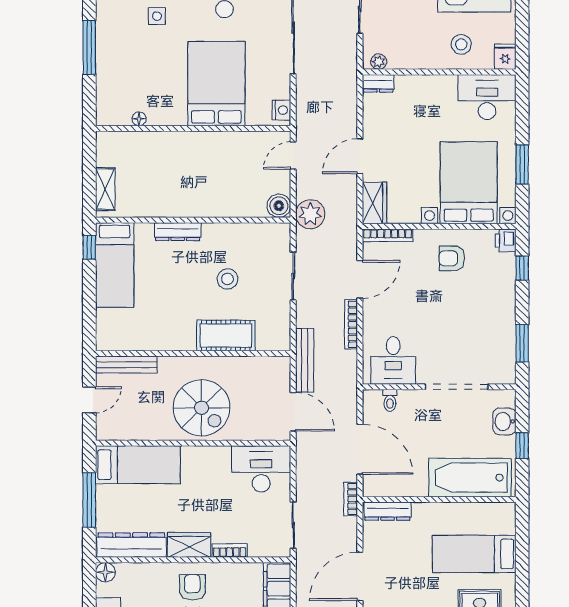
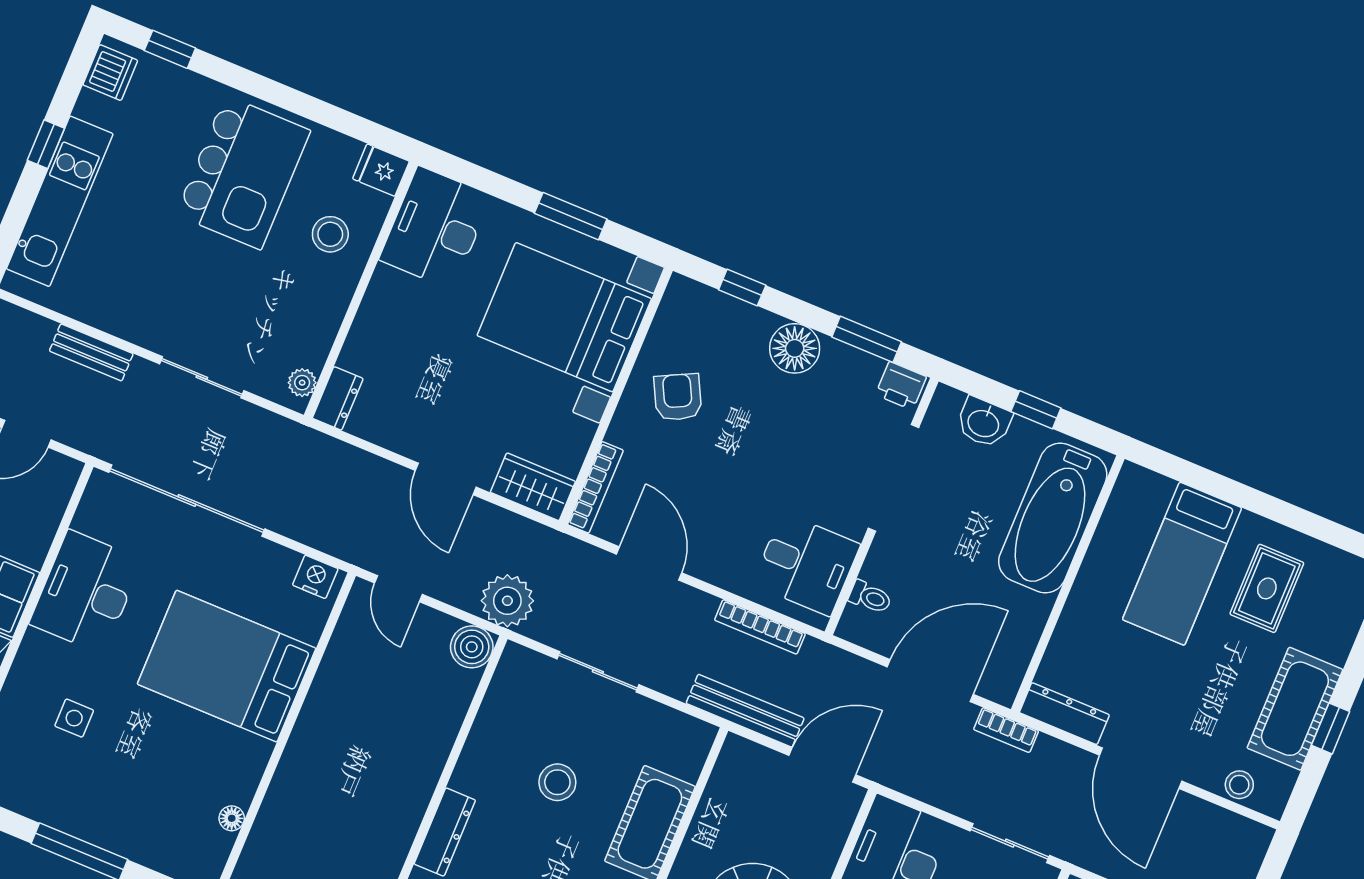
printer: (506, 241) -> (901, 386), moved
armchair: (452, 258) -> (678, 397), turned 153
floor lamp: (502, 308) -> (795, 348), added
bookcase: (351, 324) -> (760, 627), moved
dresser: (388, 511) -> (1064, 714), moved, turned -90

